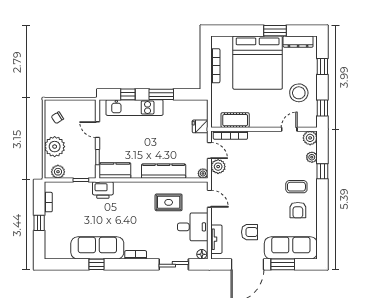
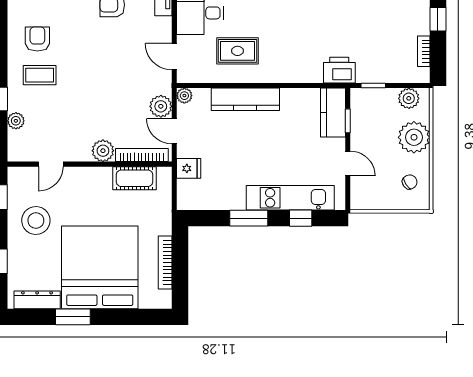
plant: (310, 138) -> (103, 151), moved
kitchen counter: (115, 170) -> (333, 112), moved, turned 90

